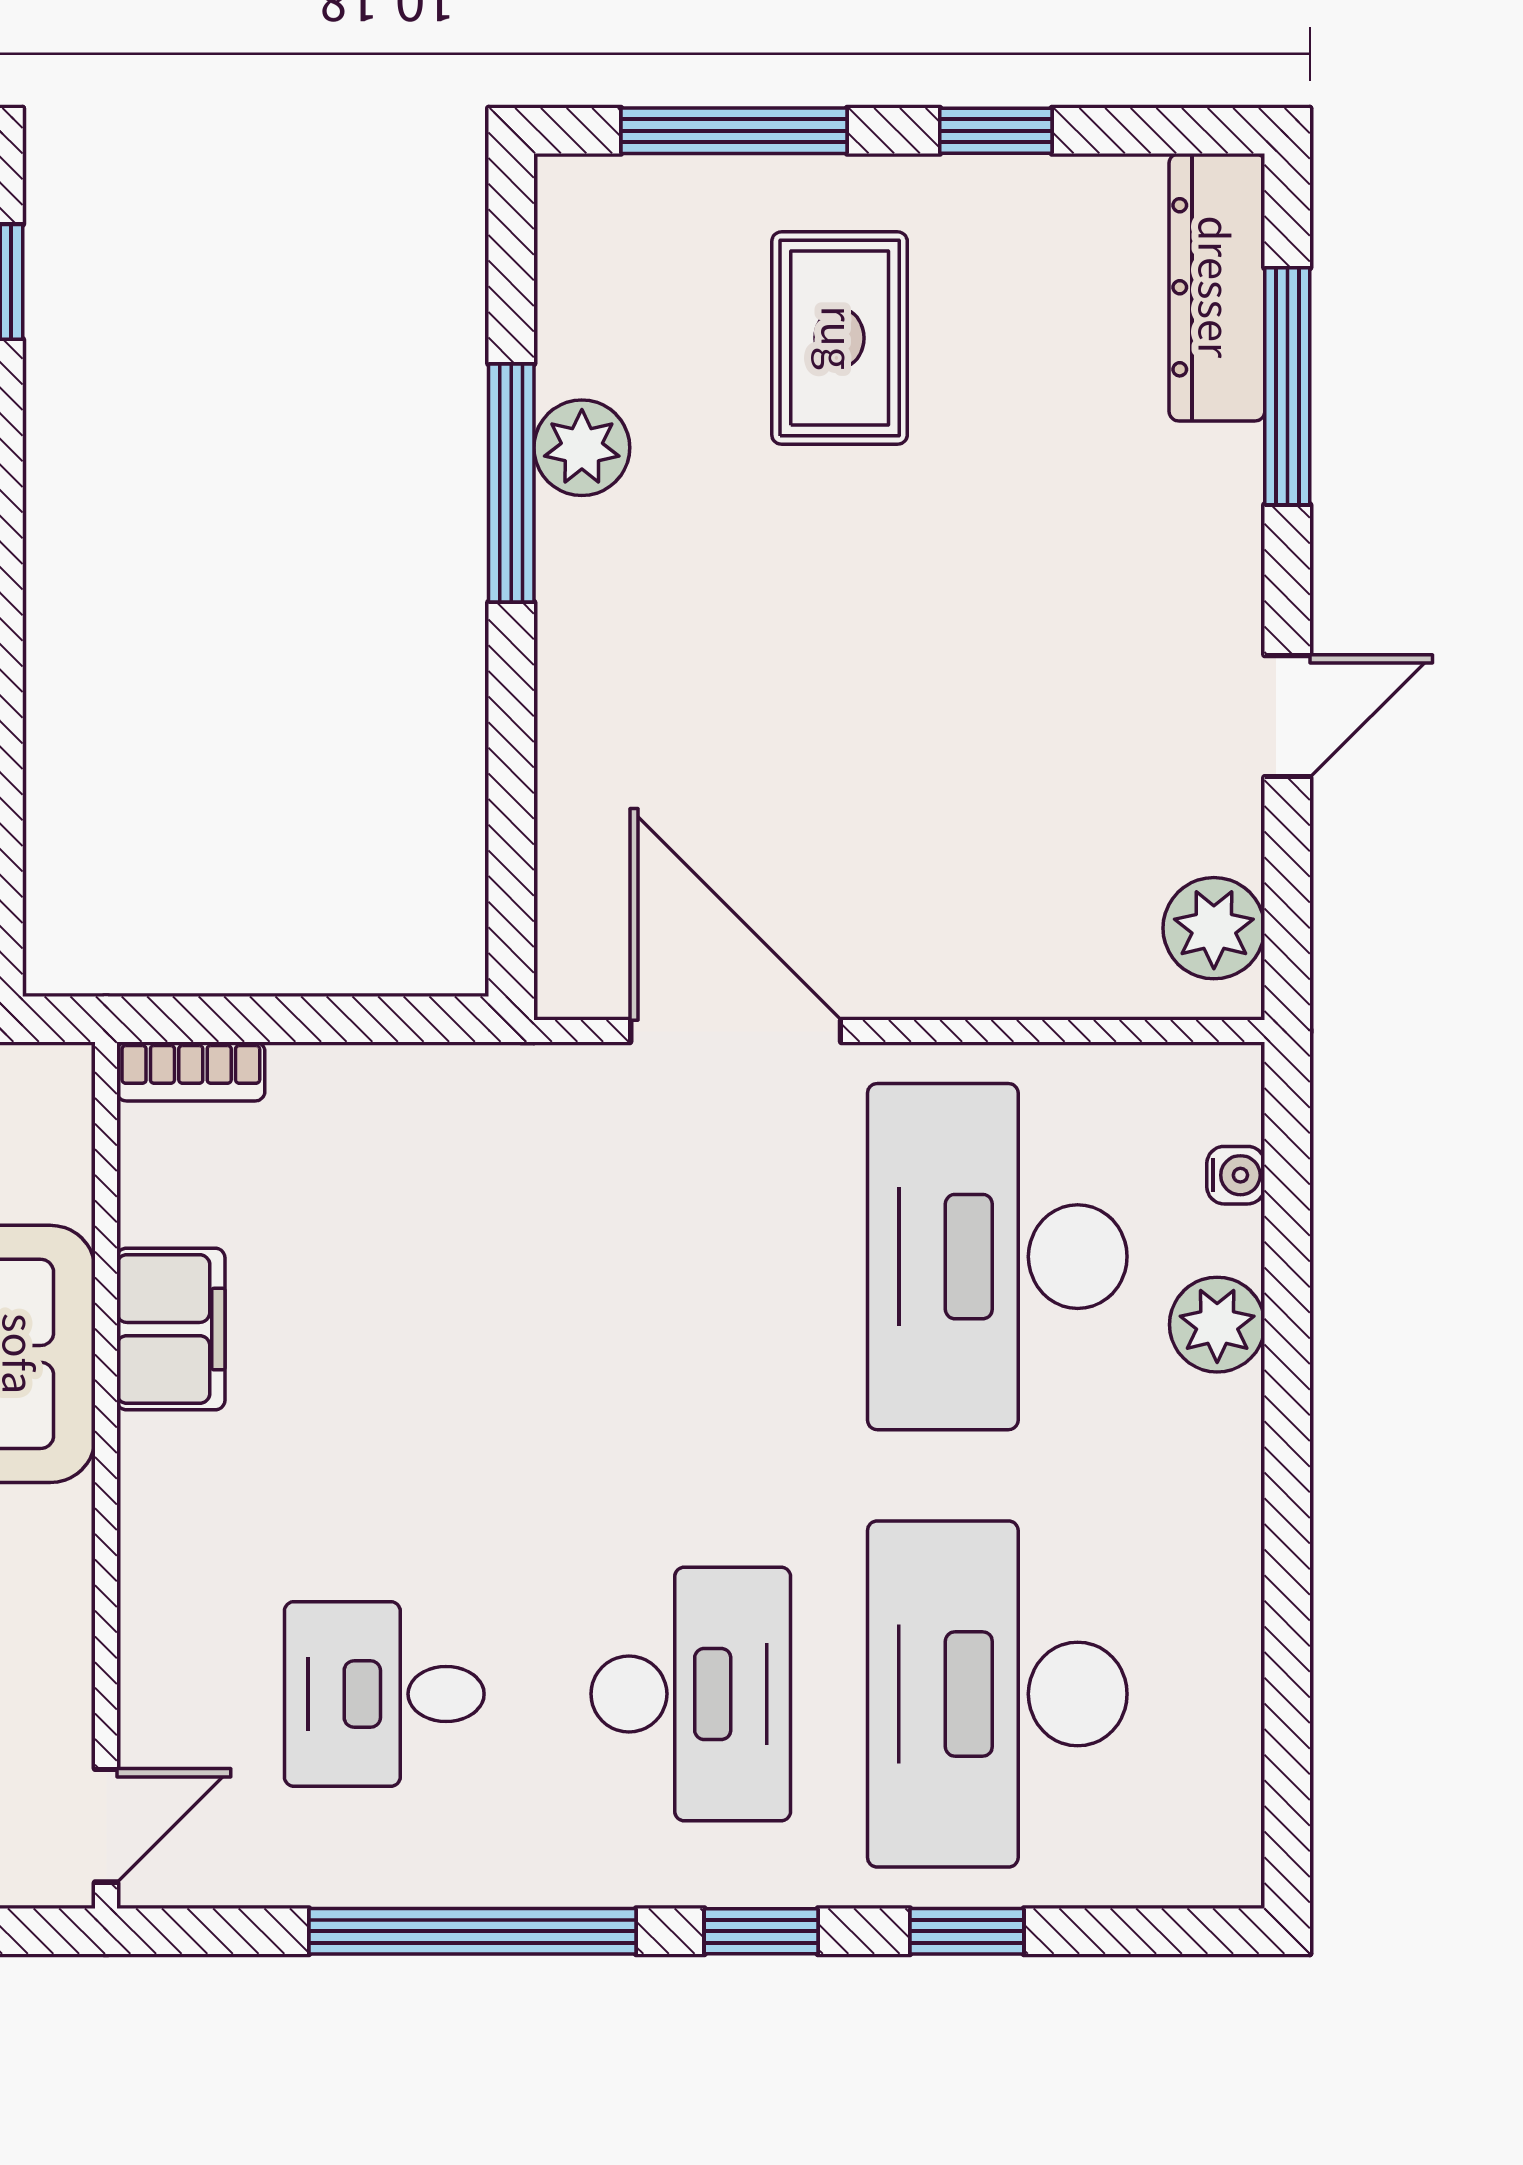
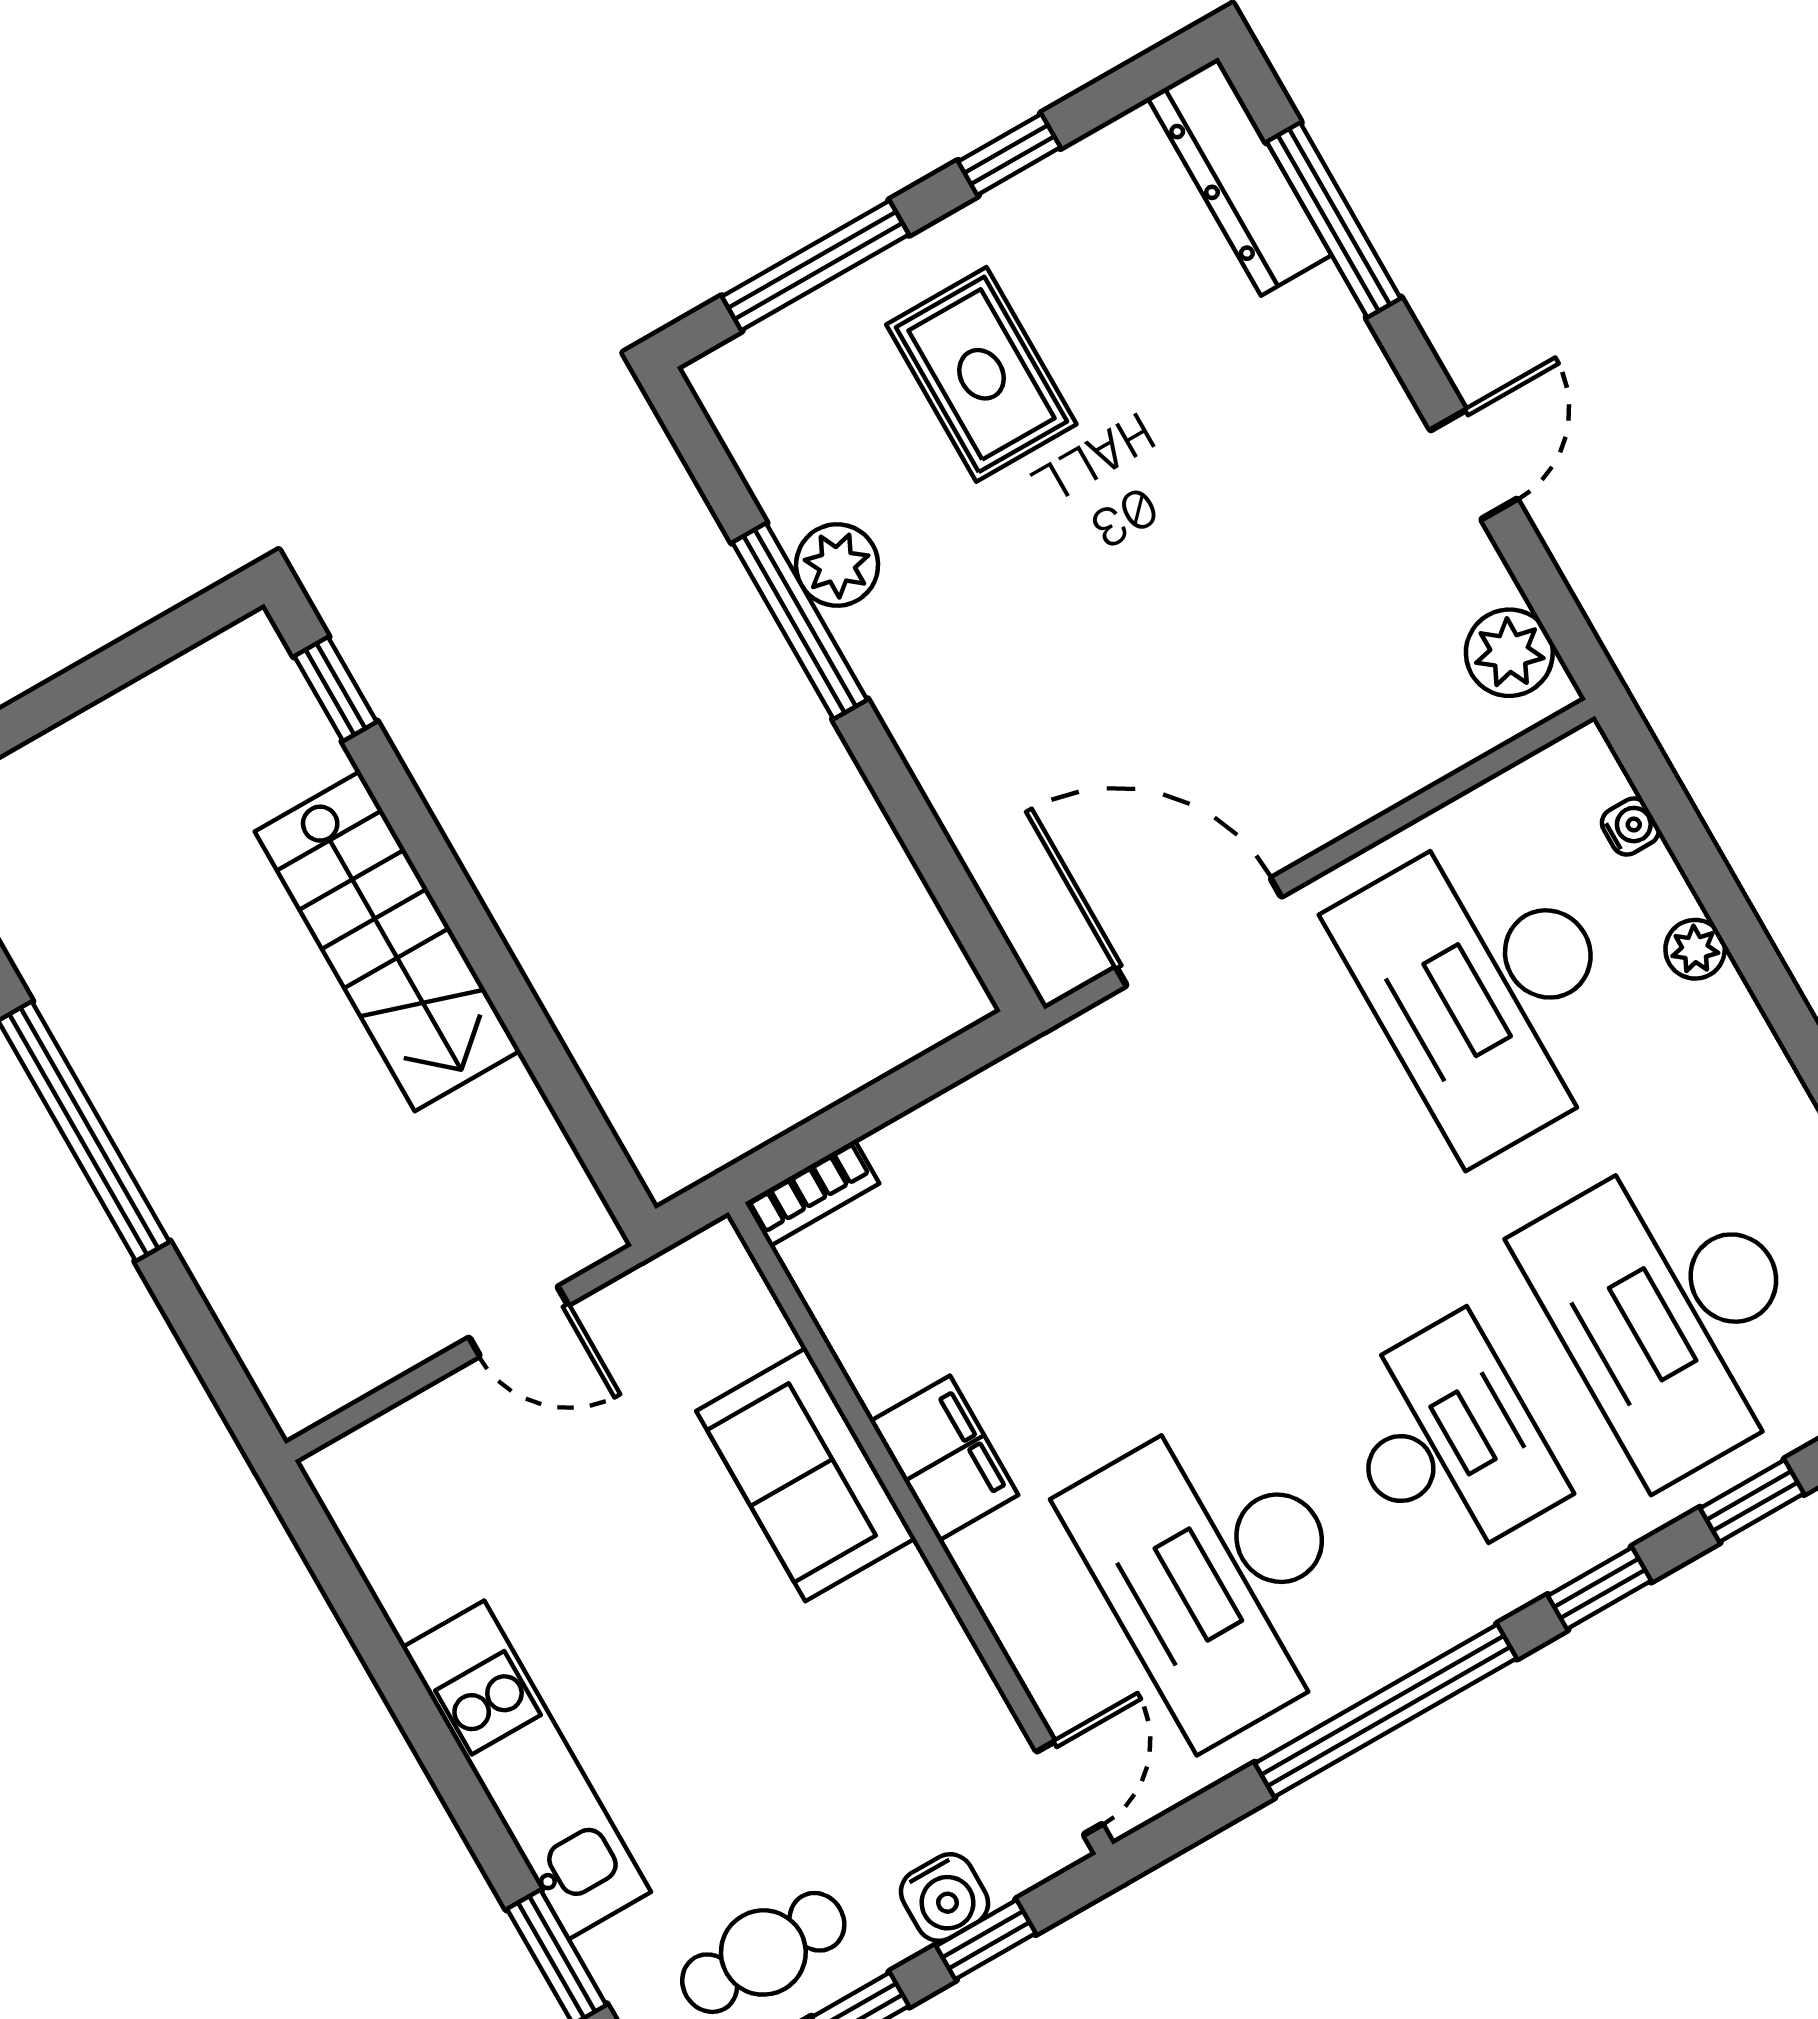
plant: (1217, 1325) -> (1695, 949), width x0.73, depth x0.73
filing cabinet: (171, 1329) -> (944, 1458), moved
desk: (384, 1694) -> (1220, 1572), width x1.87, depth x1.30

